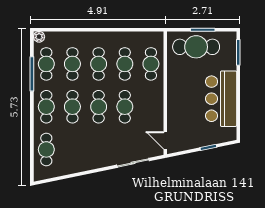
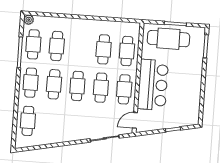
cafe table: (99, 64) -> (124, 89), moved
bar counter: (221, 99) -> (153, 85), moved, turned 180
door: (165, 140) -> (135, 120), hinge flipped

